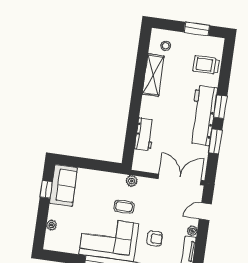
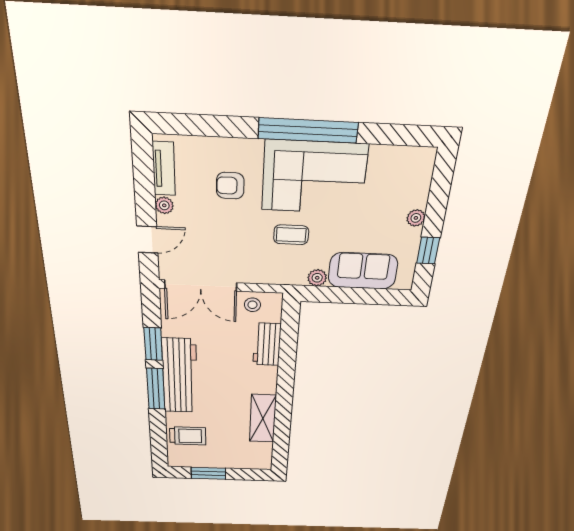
stool: (166, 46) -> (252, 305), moved
window: (220, 107) -> (156, 389), width x1.44
plant: (132, 181) -> (317, 278), moved
sofa: (64, 185) -> (363, 271), moved, turned 90
plant: (52, 225) -> (416, 218), moved

